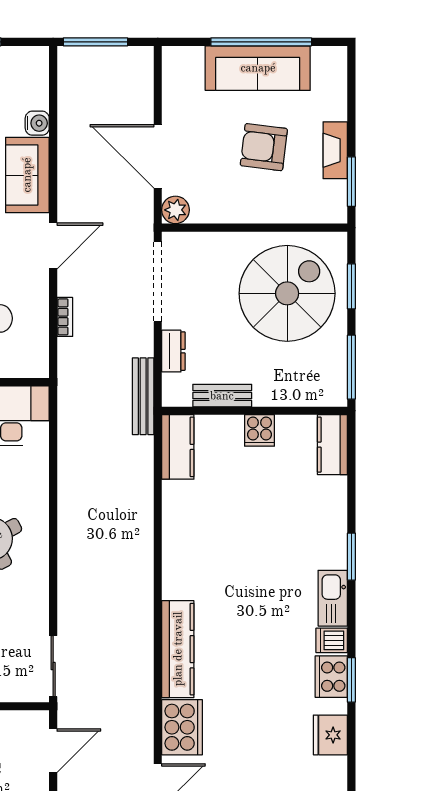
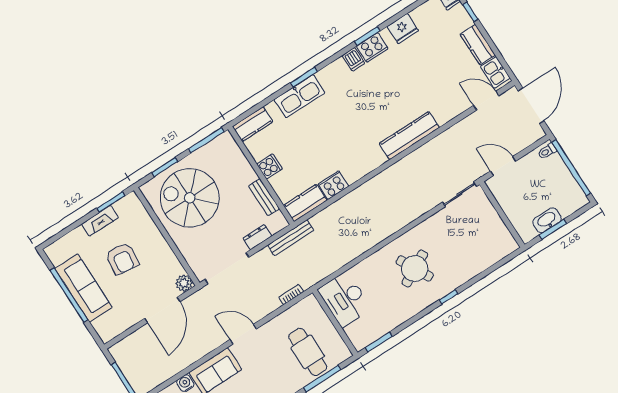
bookcase: (65, 317) -> (291, 295), moved
kitchen sink: (333, 598) -> (300, 96), moved, width x1.36, depth x1.24
cooker: (182, 727) -> (333, 185), moved, width x0.73, depth x0.76

